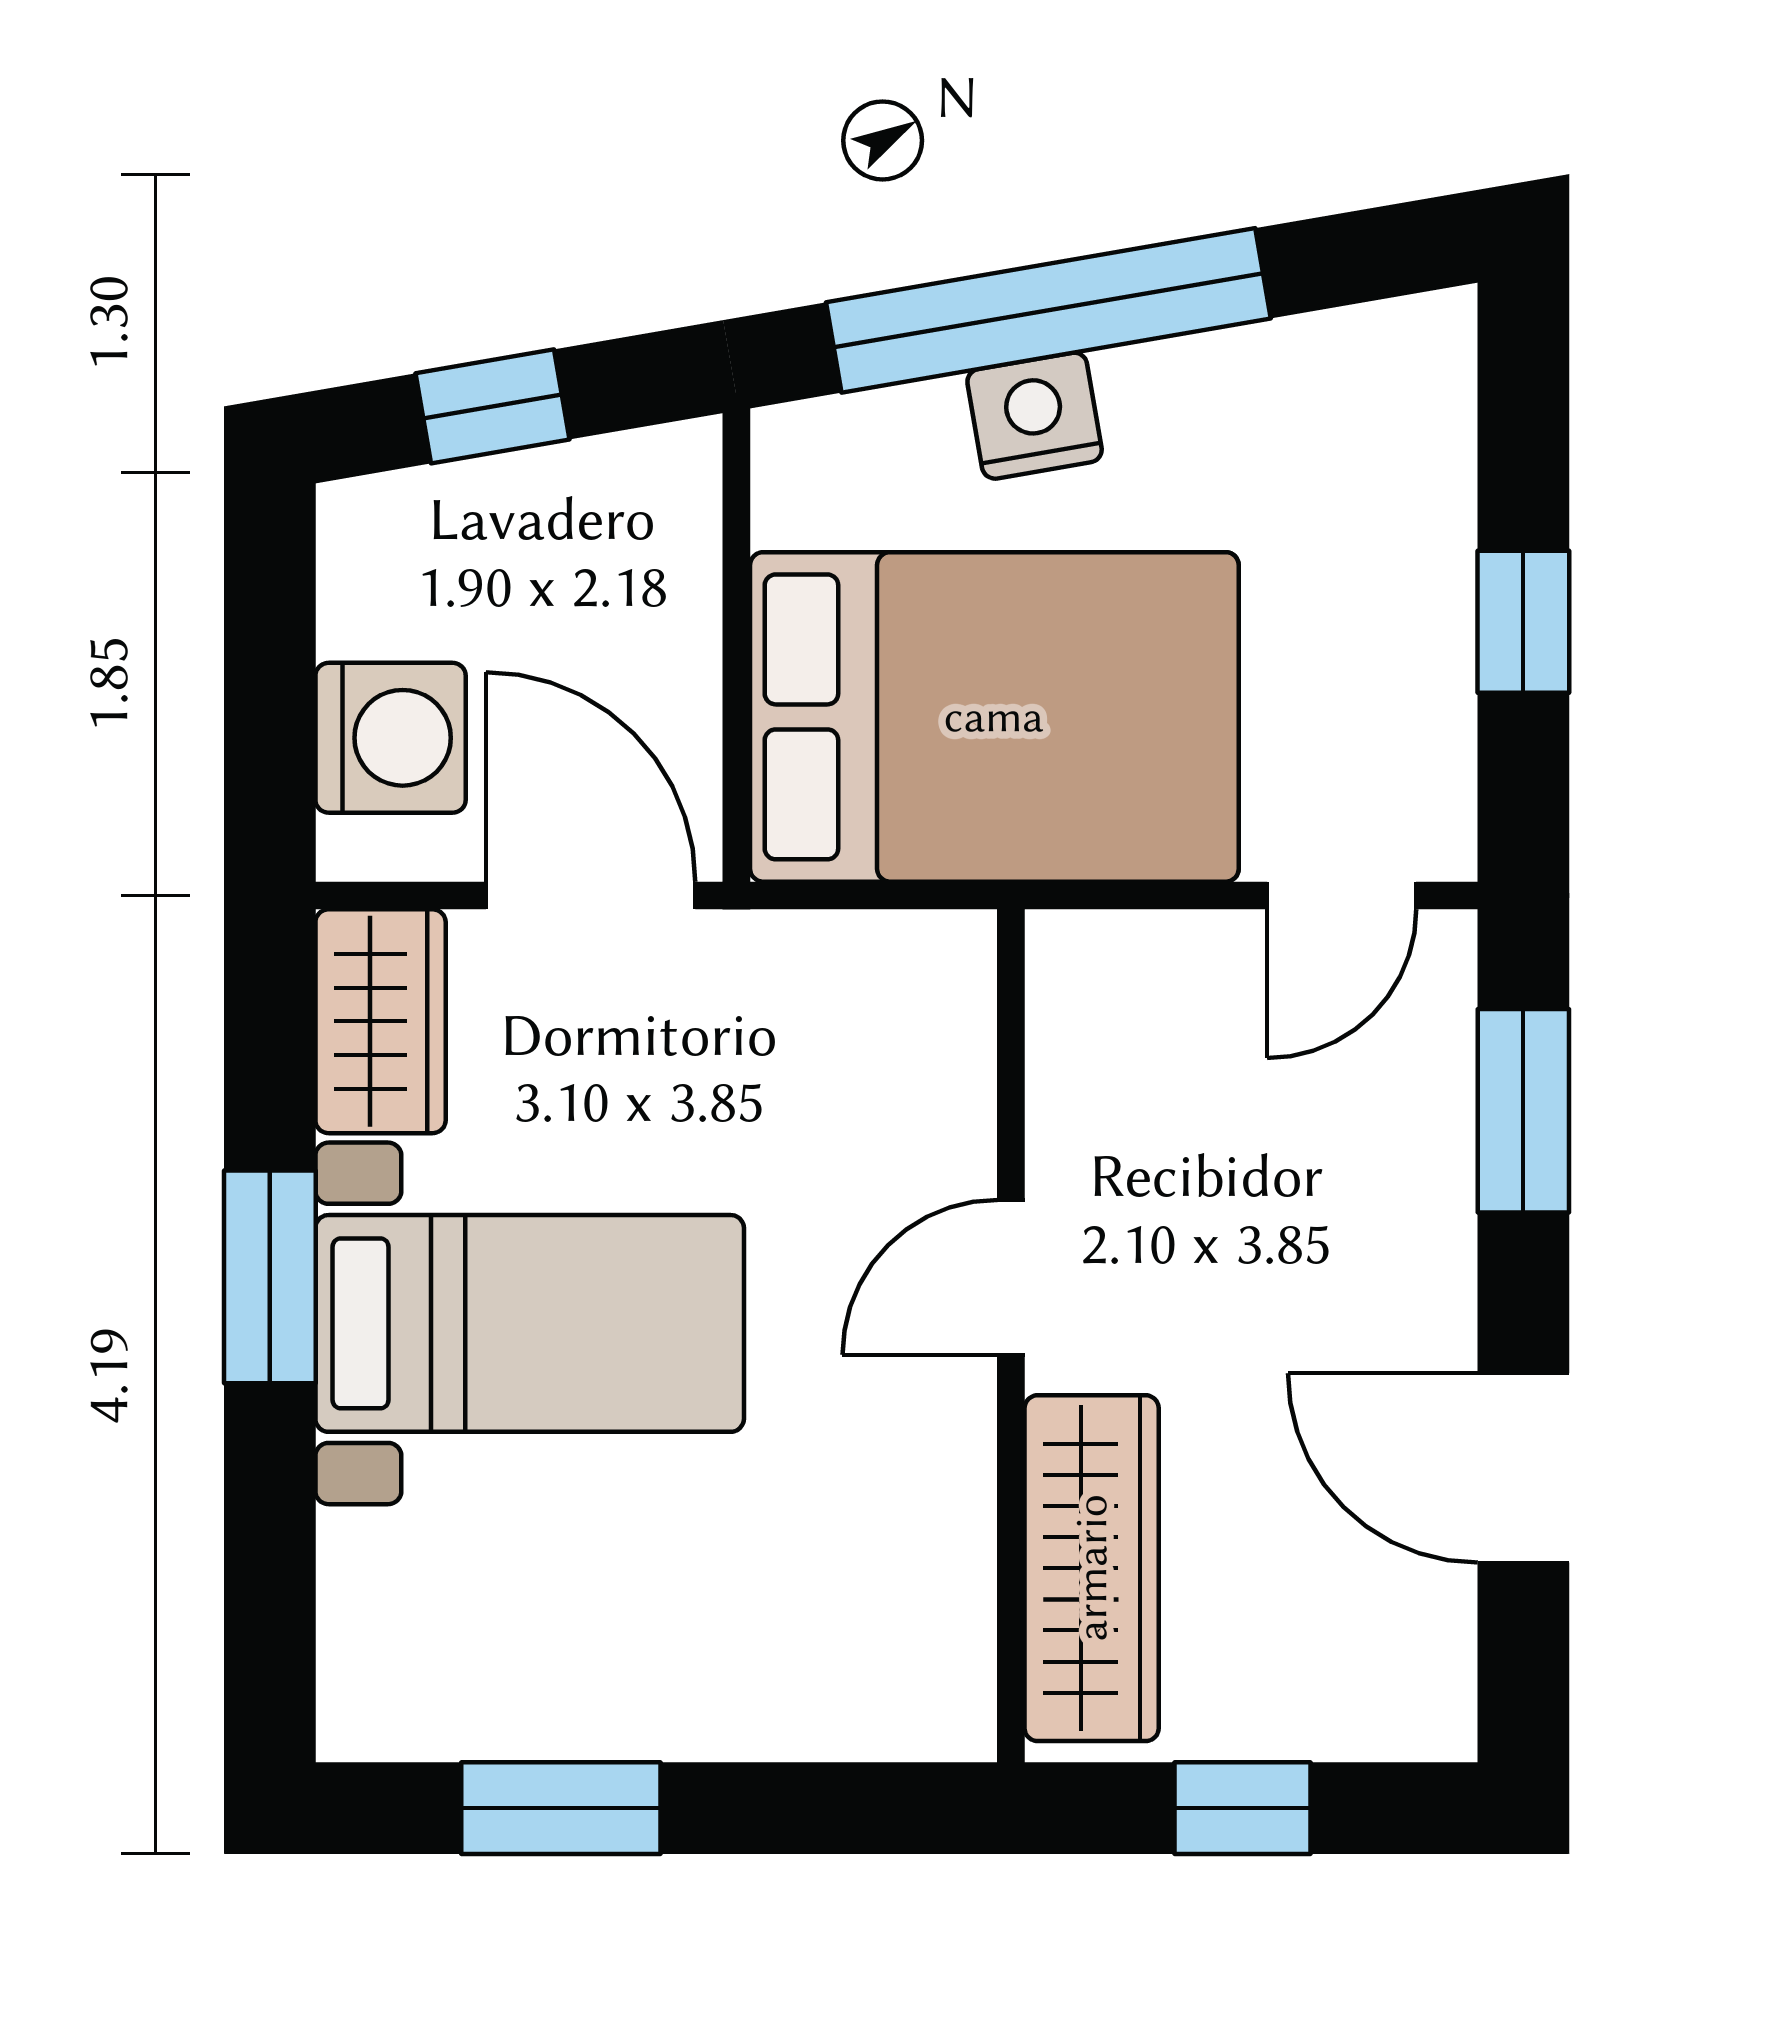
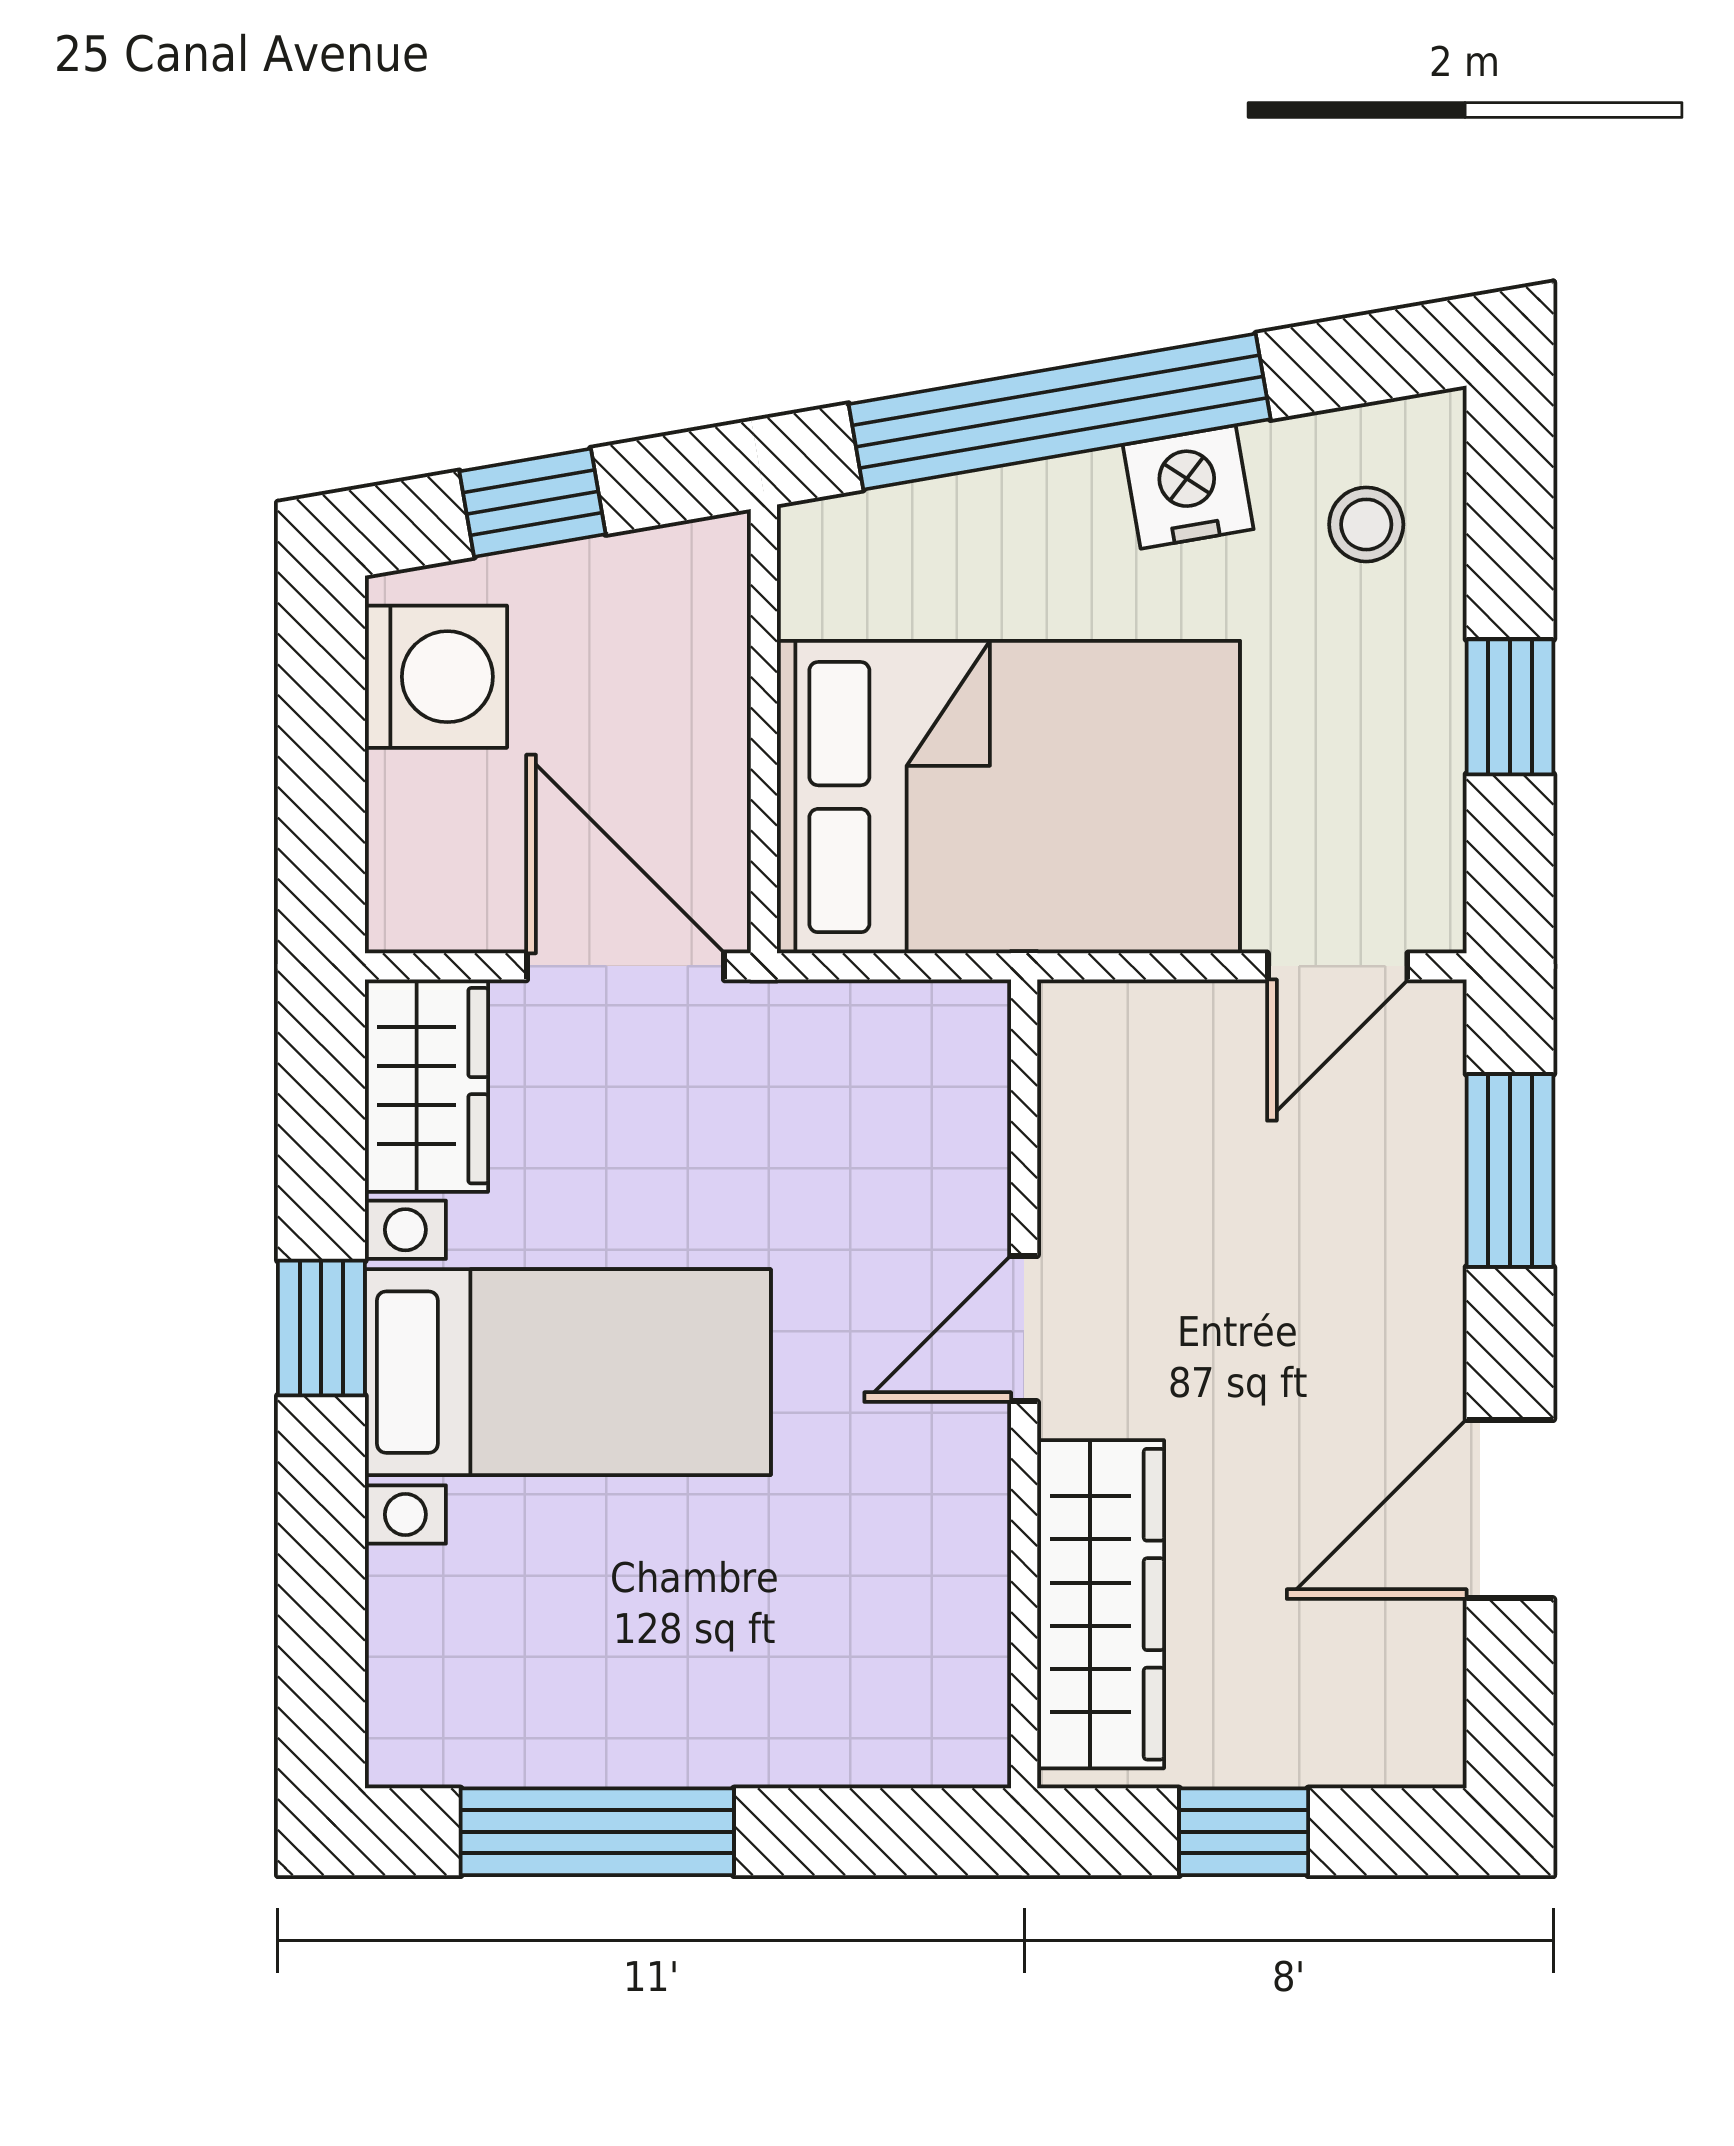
nightstand: (1035, 416) -> (1188, 487), moved
stool: (1372, 429) -> (1366, 524), added
washing machine: (391, 738) -> (436, 677), moved
window: (270, 1277) -> (321, 1328), width x0.67
door: (1523, 1468) -> (1510, 1509), hinge flipped
window: (561, 1808) -> (597, 1832), width x1.44

